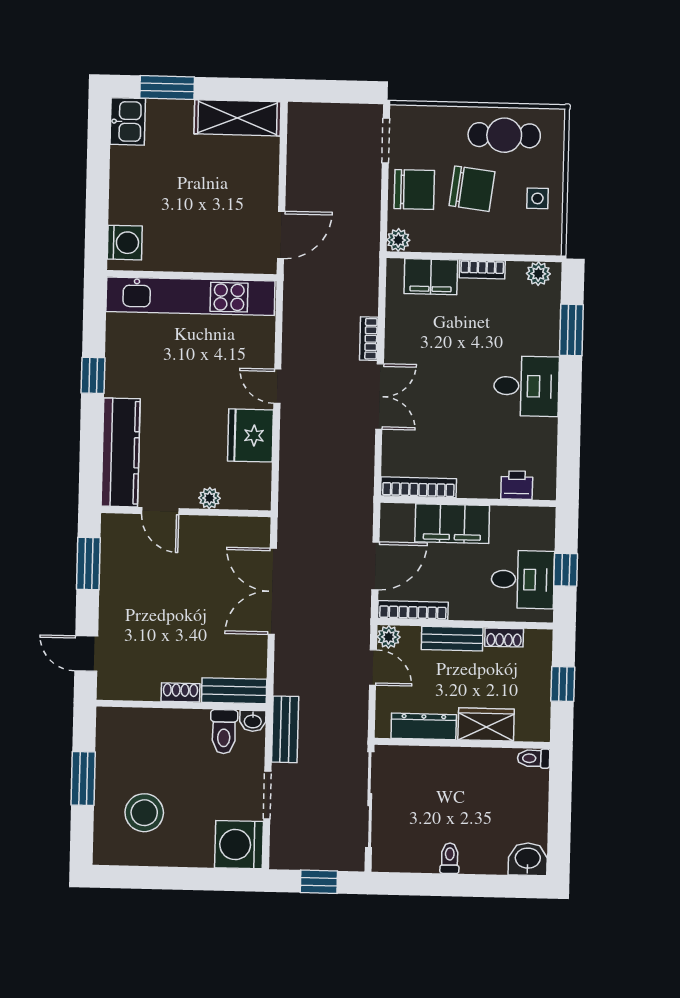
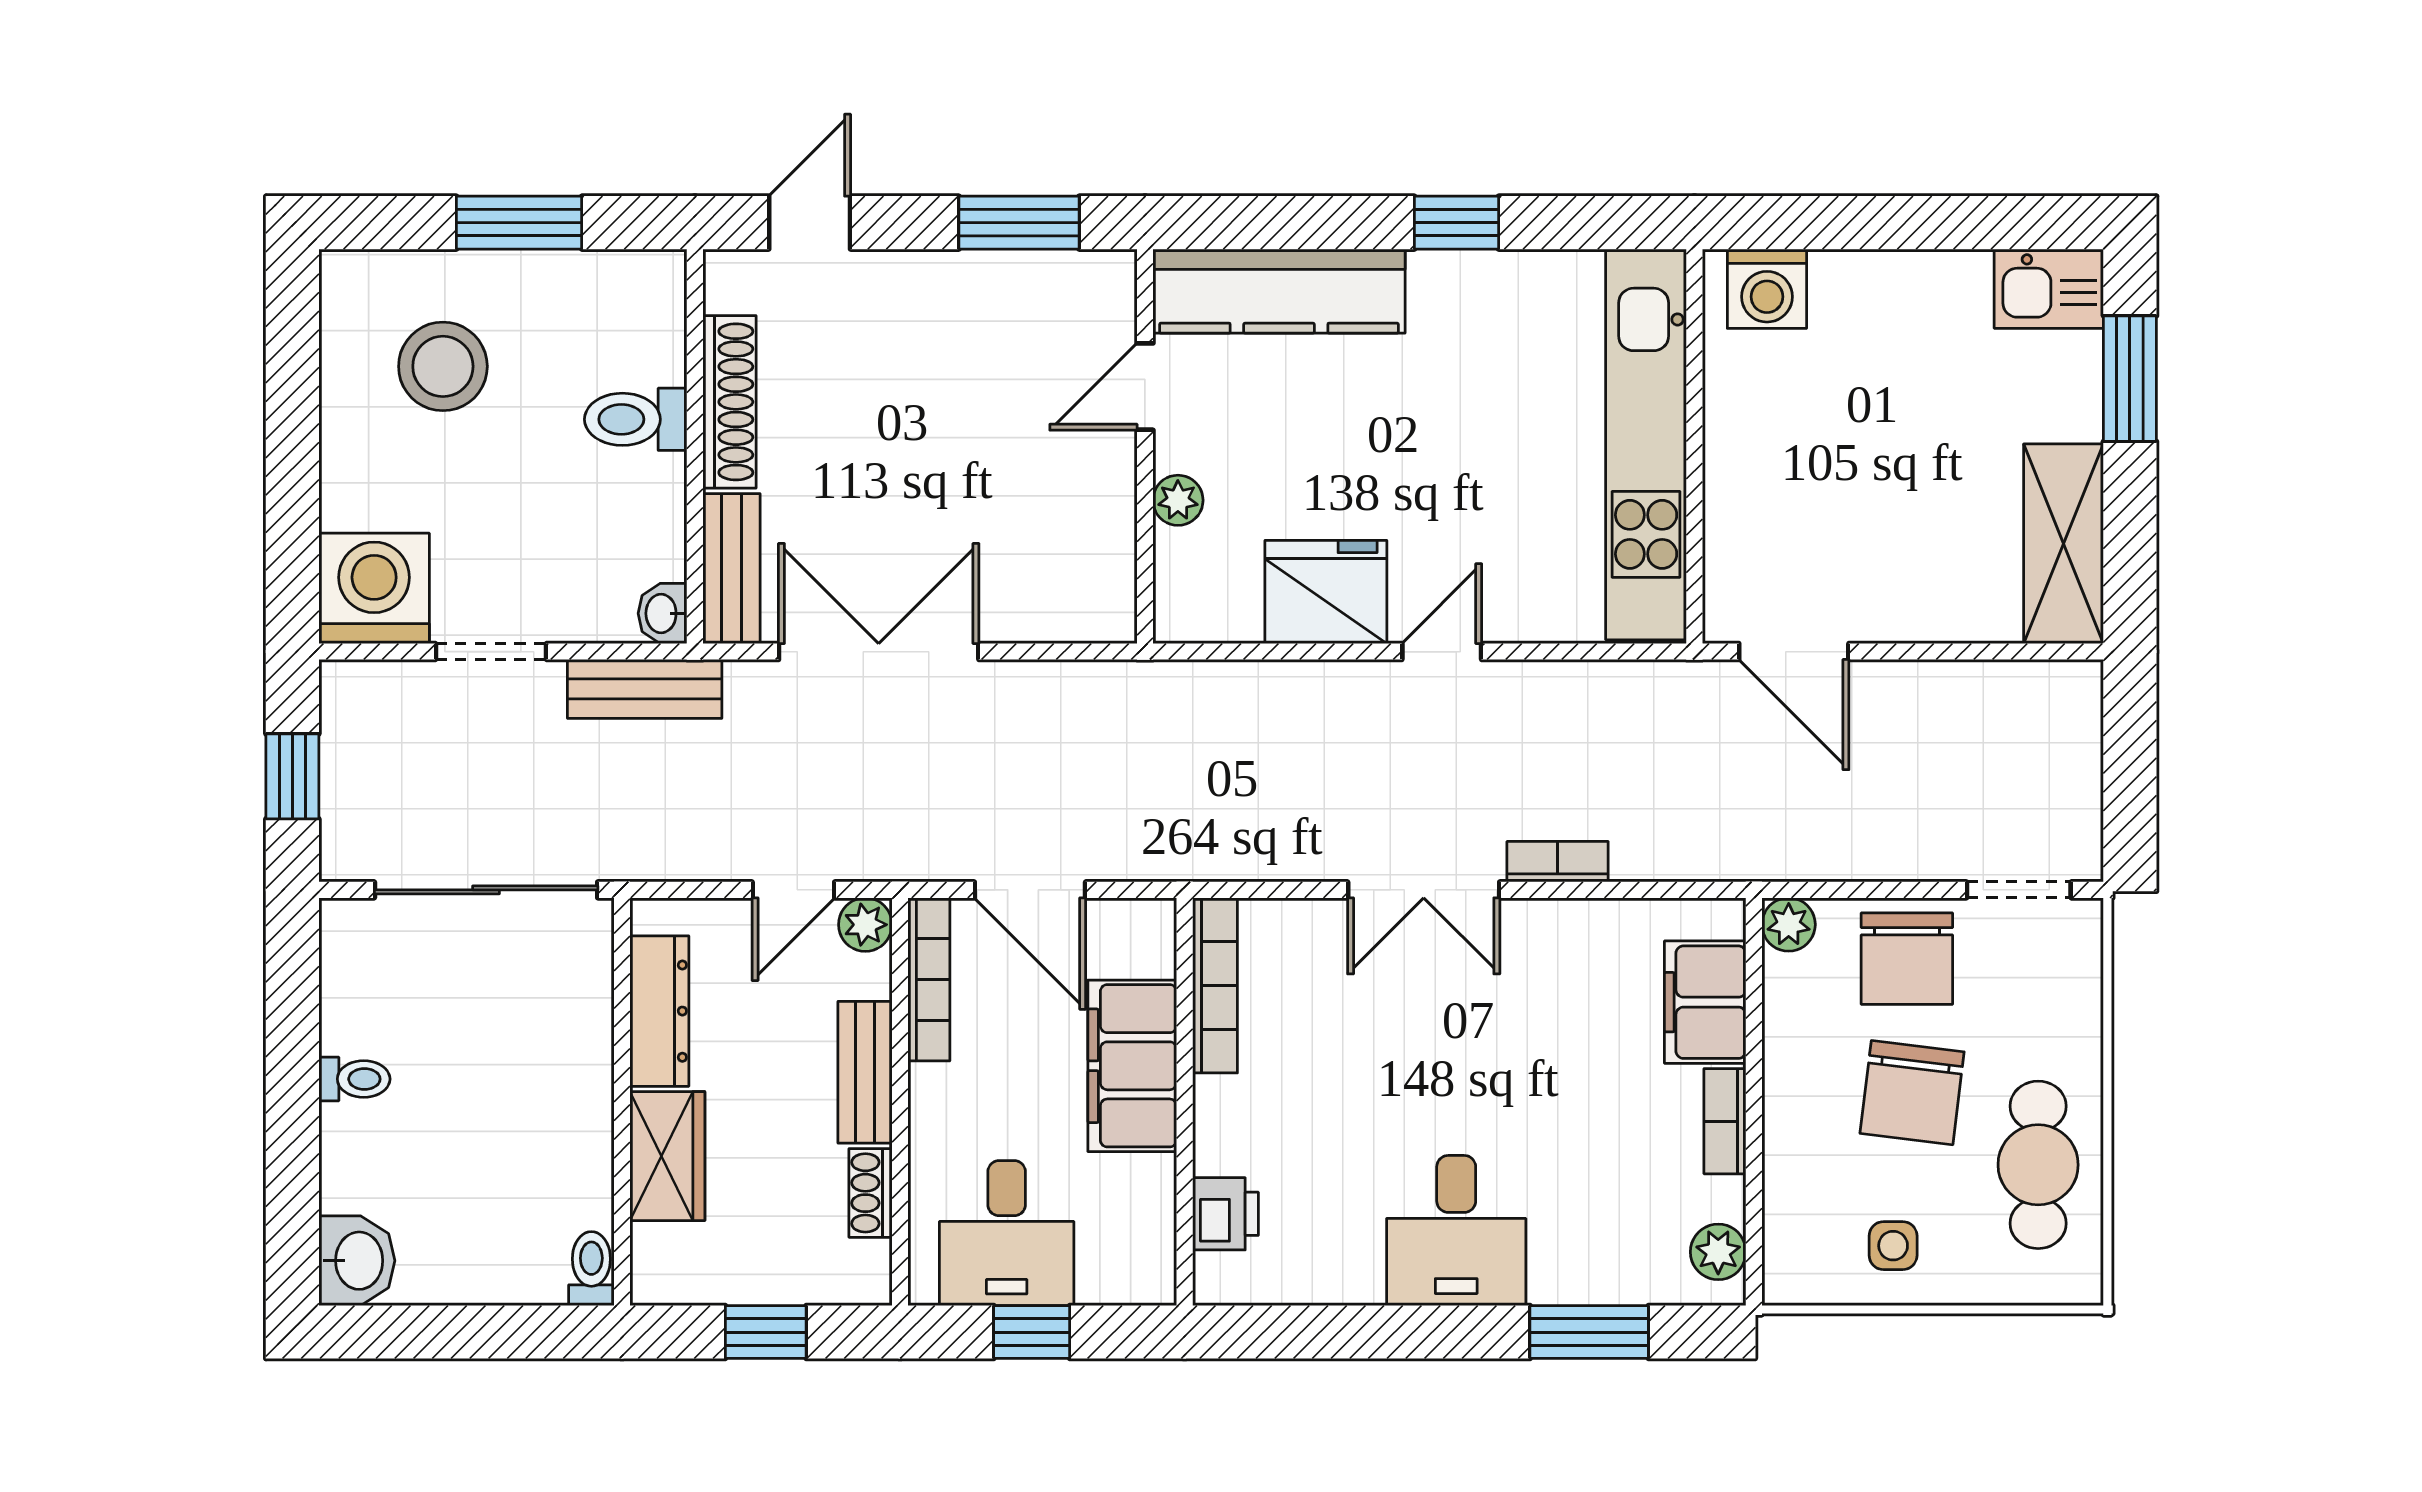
double door: (272, 591) -> (879, 652), moved
shoe rack: (180, 692) -> (729, 402), width x1.94, depth x1.24
toilet: (224, 732) -> (636, 419), moved

